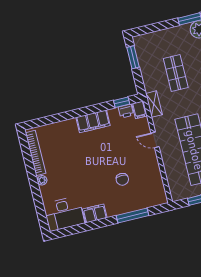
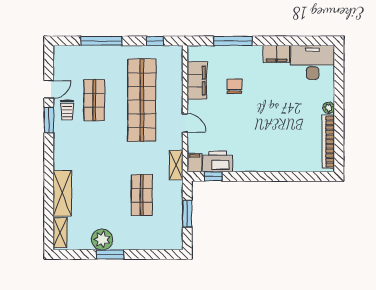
window: (133, 57) -> (187, 214), moved
printer: (126, 111) -> (218, 161), width x1.87, depth x1.48
filing cabinet: (93, 121) -> (197, 81), moved, turned 90

